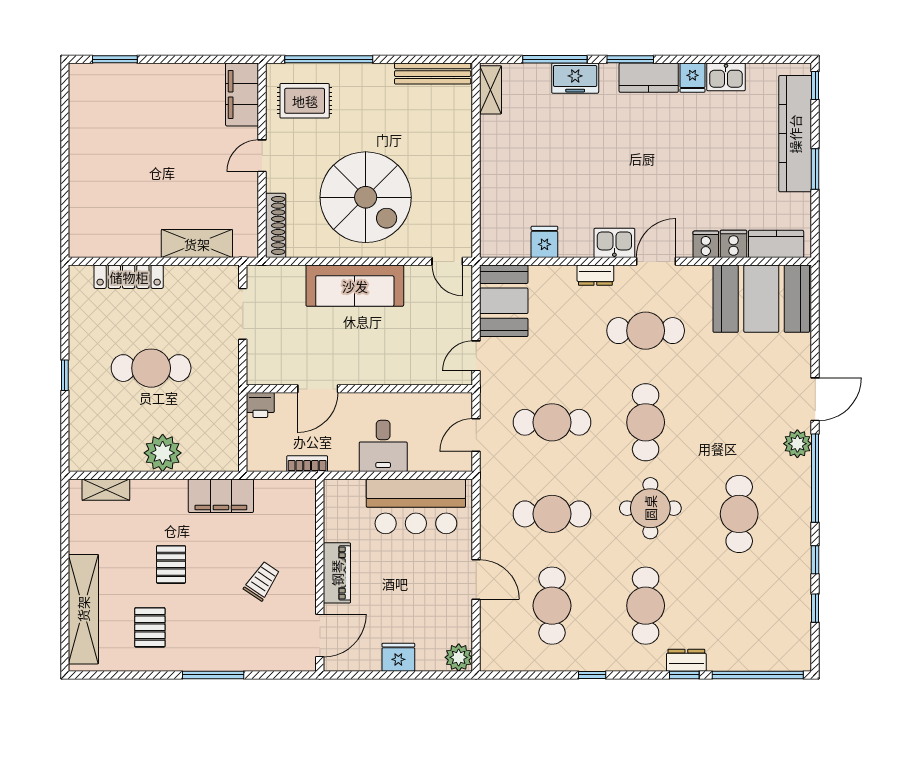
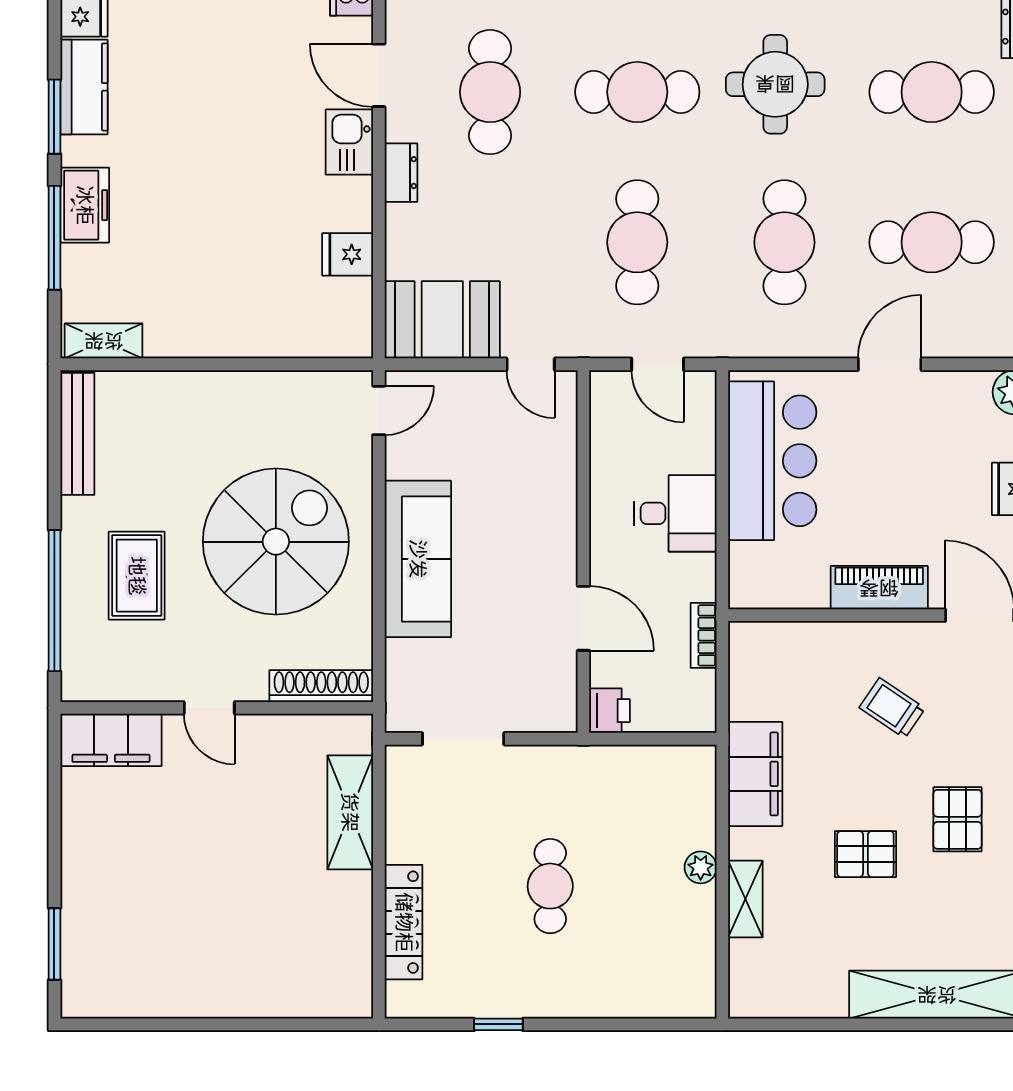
rug: (305, 101) -> (137, 576), moved
cafe table: (151, 368) -> (550, 886), width x0.73, depth x0.74
window: (65, 375) -> (498, 1024), moved
plant: (163, 453) -> (701, 867), width x0.53, depth x0.53
shelving: (106, 490) -> (745, 899), moved
pallet: (150, 627) -> (957, 819), moved, turned 90

